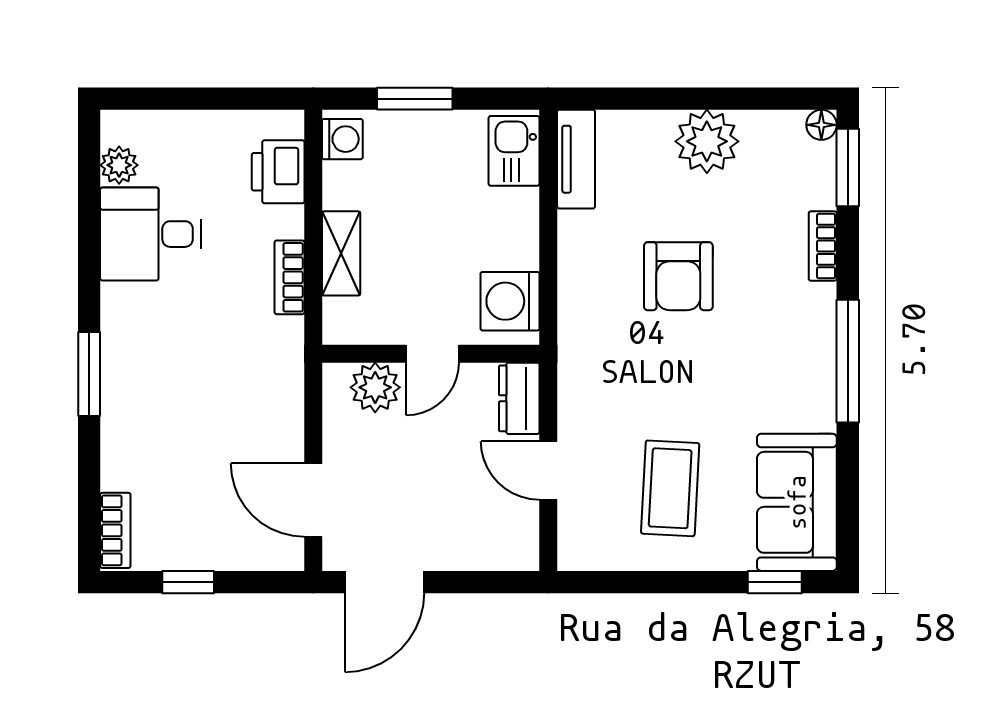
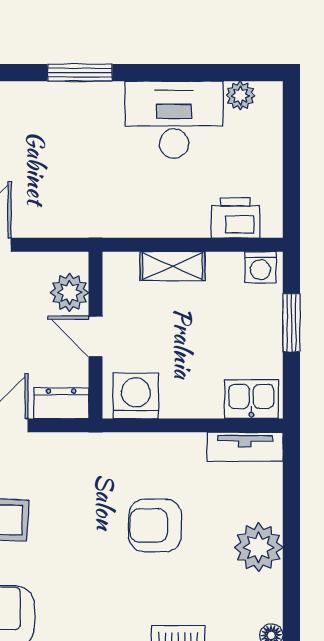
desk: (150, 234) -> (174, 120), width x1.37
bookcase: (289, 277) -> (154, 227), removed

